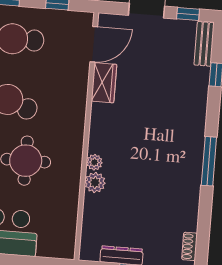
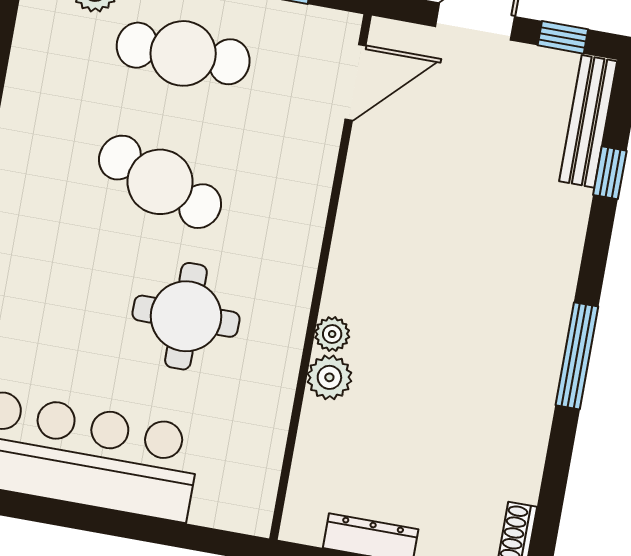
bench: (204, 44) -> (588, 121), width x1.36
wardrobe: (104, 83) -> (369, 166), removed

